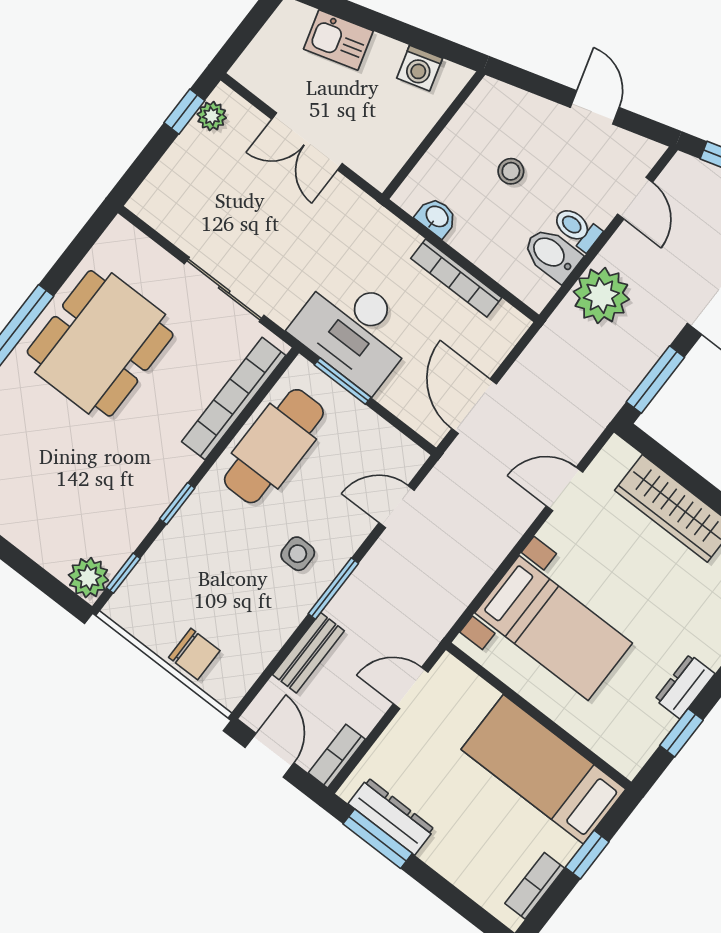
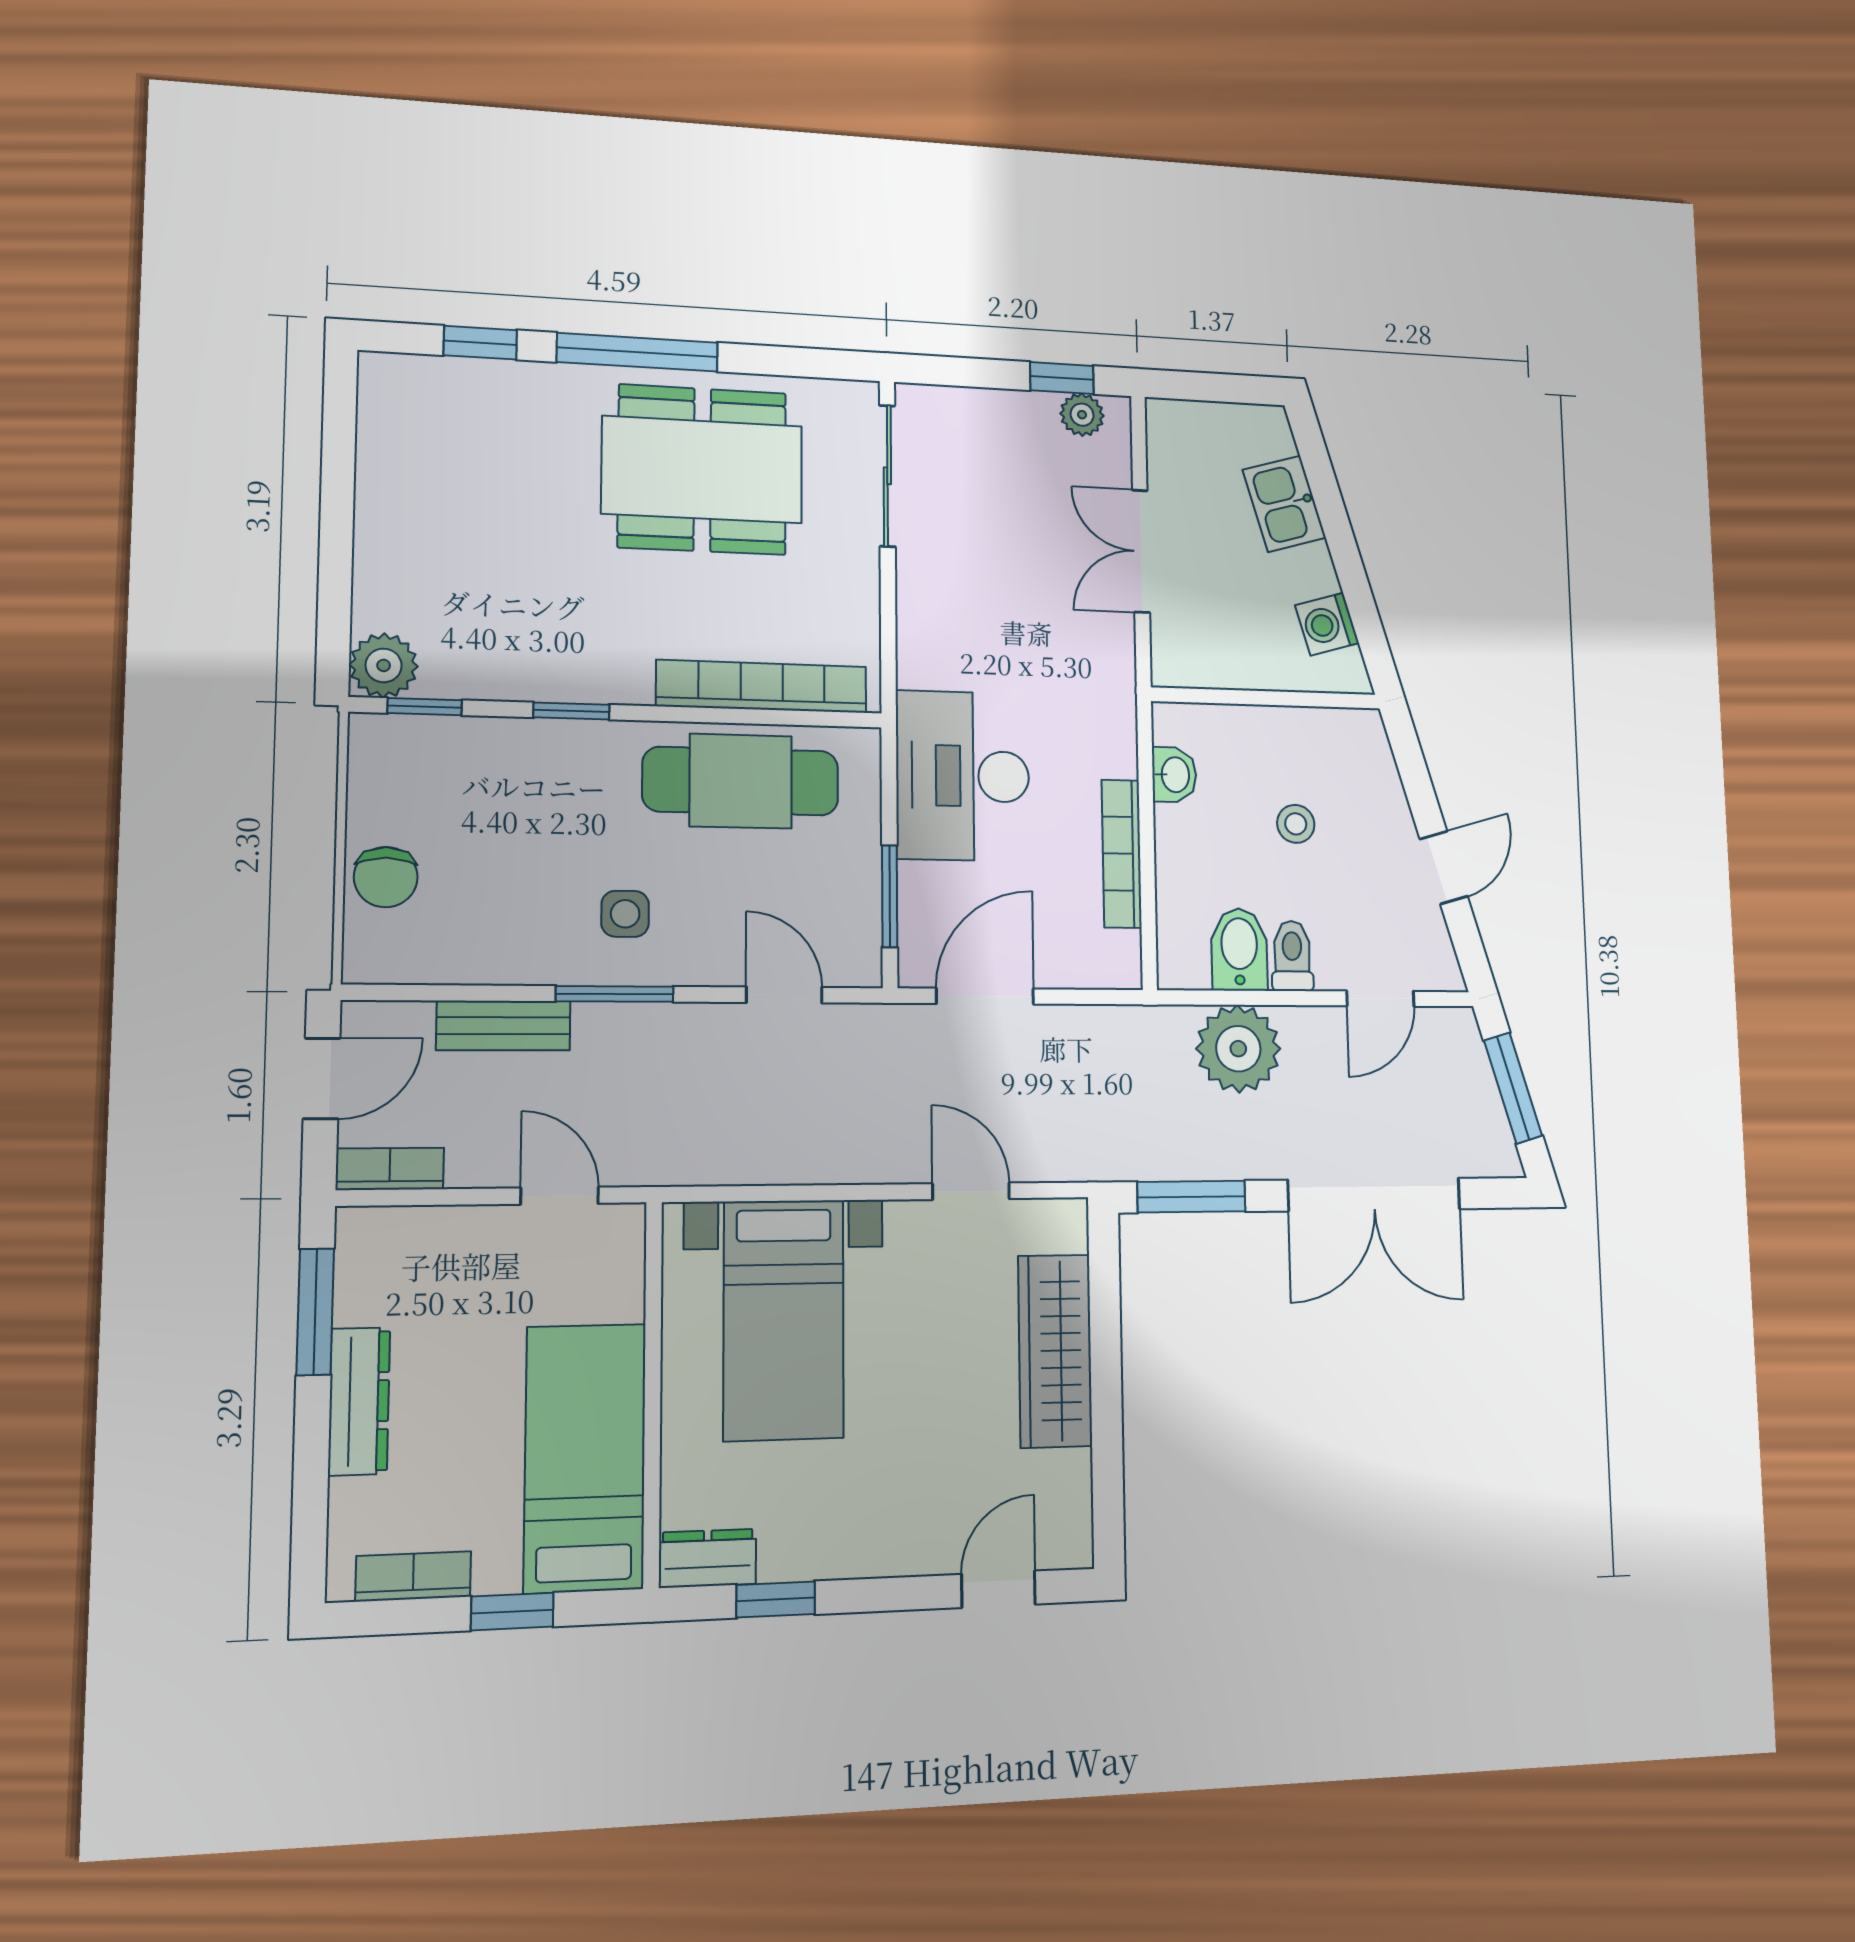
sliding door: (224, 290) -> (887, 476), moved
window: (343, 381) -> (890, 896), moved
dresser: (685, 686) -> (708, 1558), moved
dresser: (391, 816) -> (359, 1401), moved

